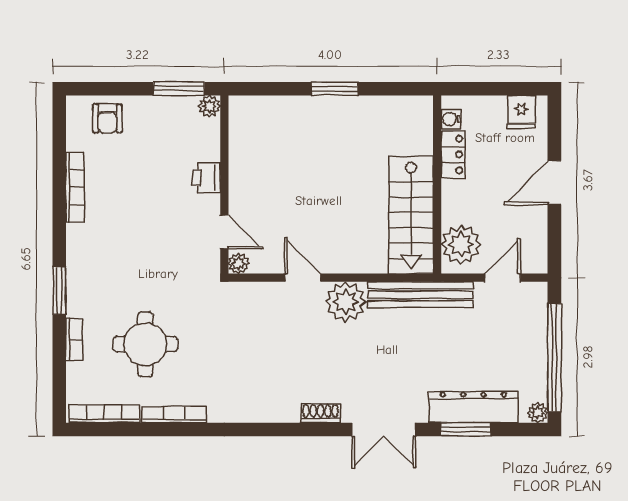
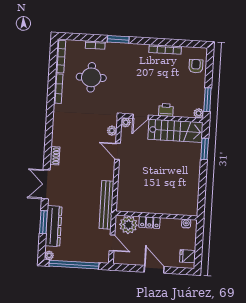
window: (335, 89) -> (205, 149), moved
armchair: (107, 118) -> (196, 66), turned 90
locker: (453, 155) -> (149, 222), moved
stairs: (411, 215) -> (175, 131), moved, turned 180
door: (303, 278) -> (117, 151), swing flipped
plant: (346, 302) -> (112, 131), moved, width x0.53, depth x0.53

